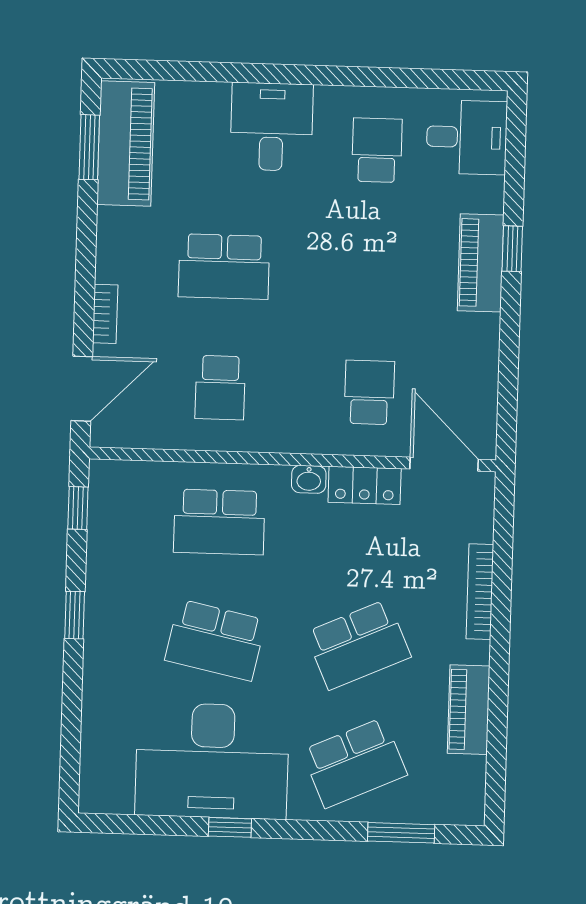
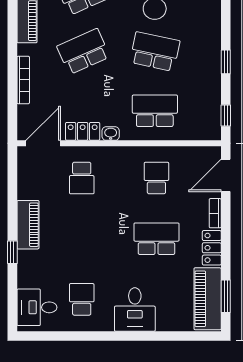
school desk: (377, 150) -> (82, 299), turned 180
locker: (114, 245) -> (212, 248), added
piano: (481, 263) -> (28, 225), moved
door: (444, 464) -> (43, 143), swing flipped

